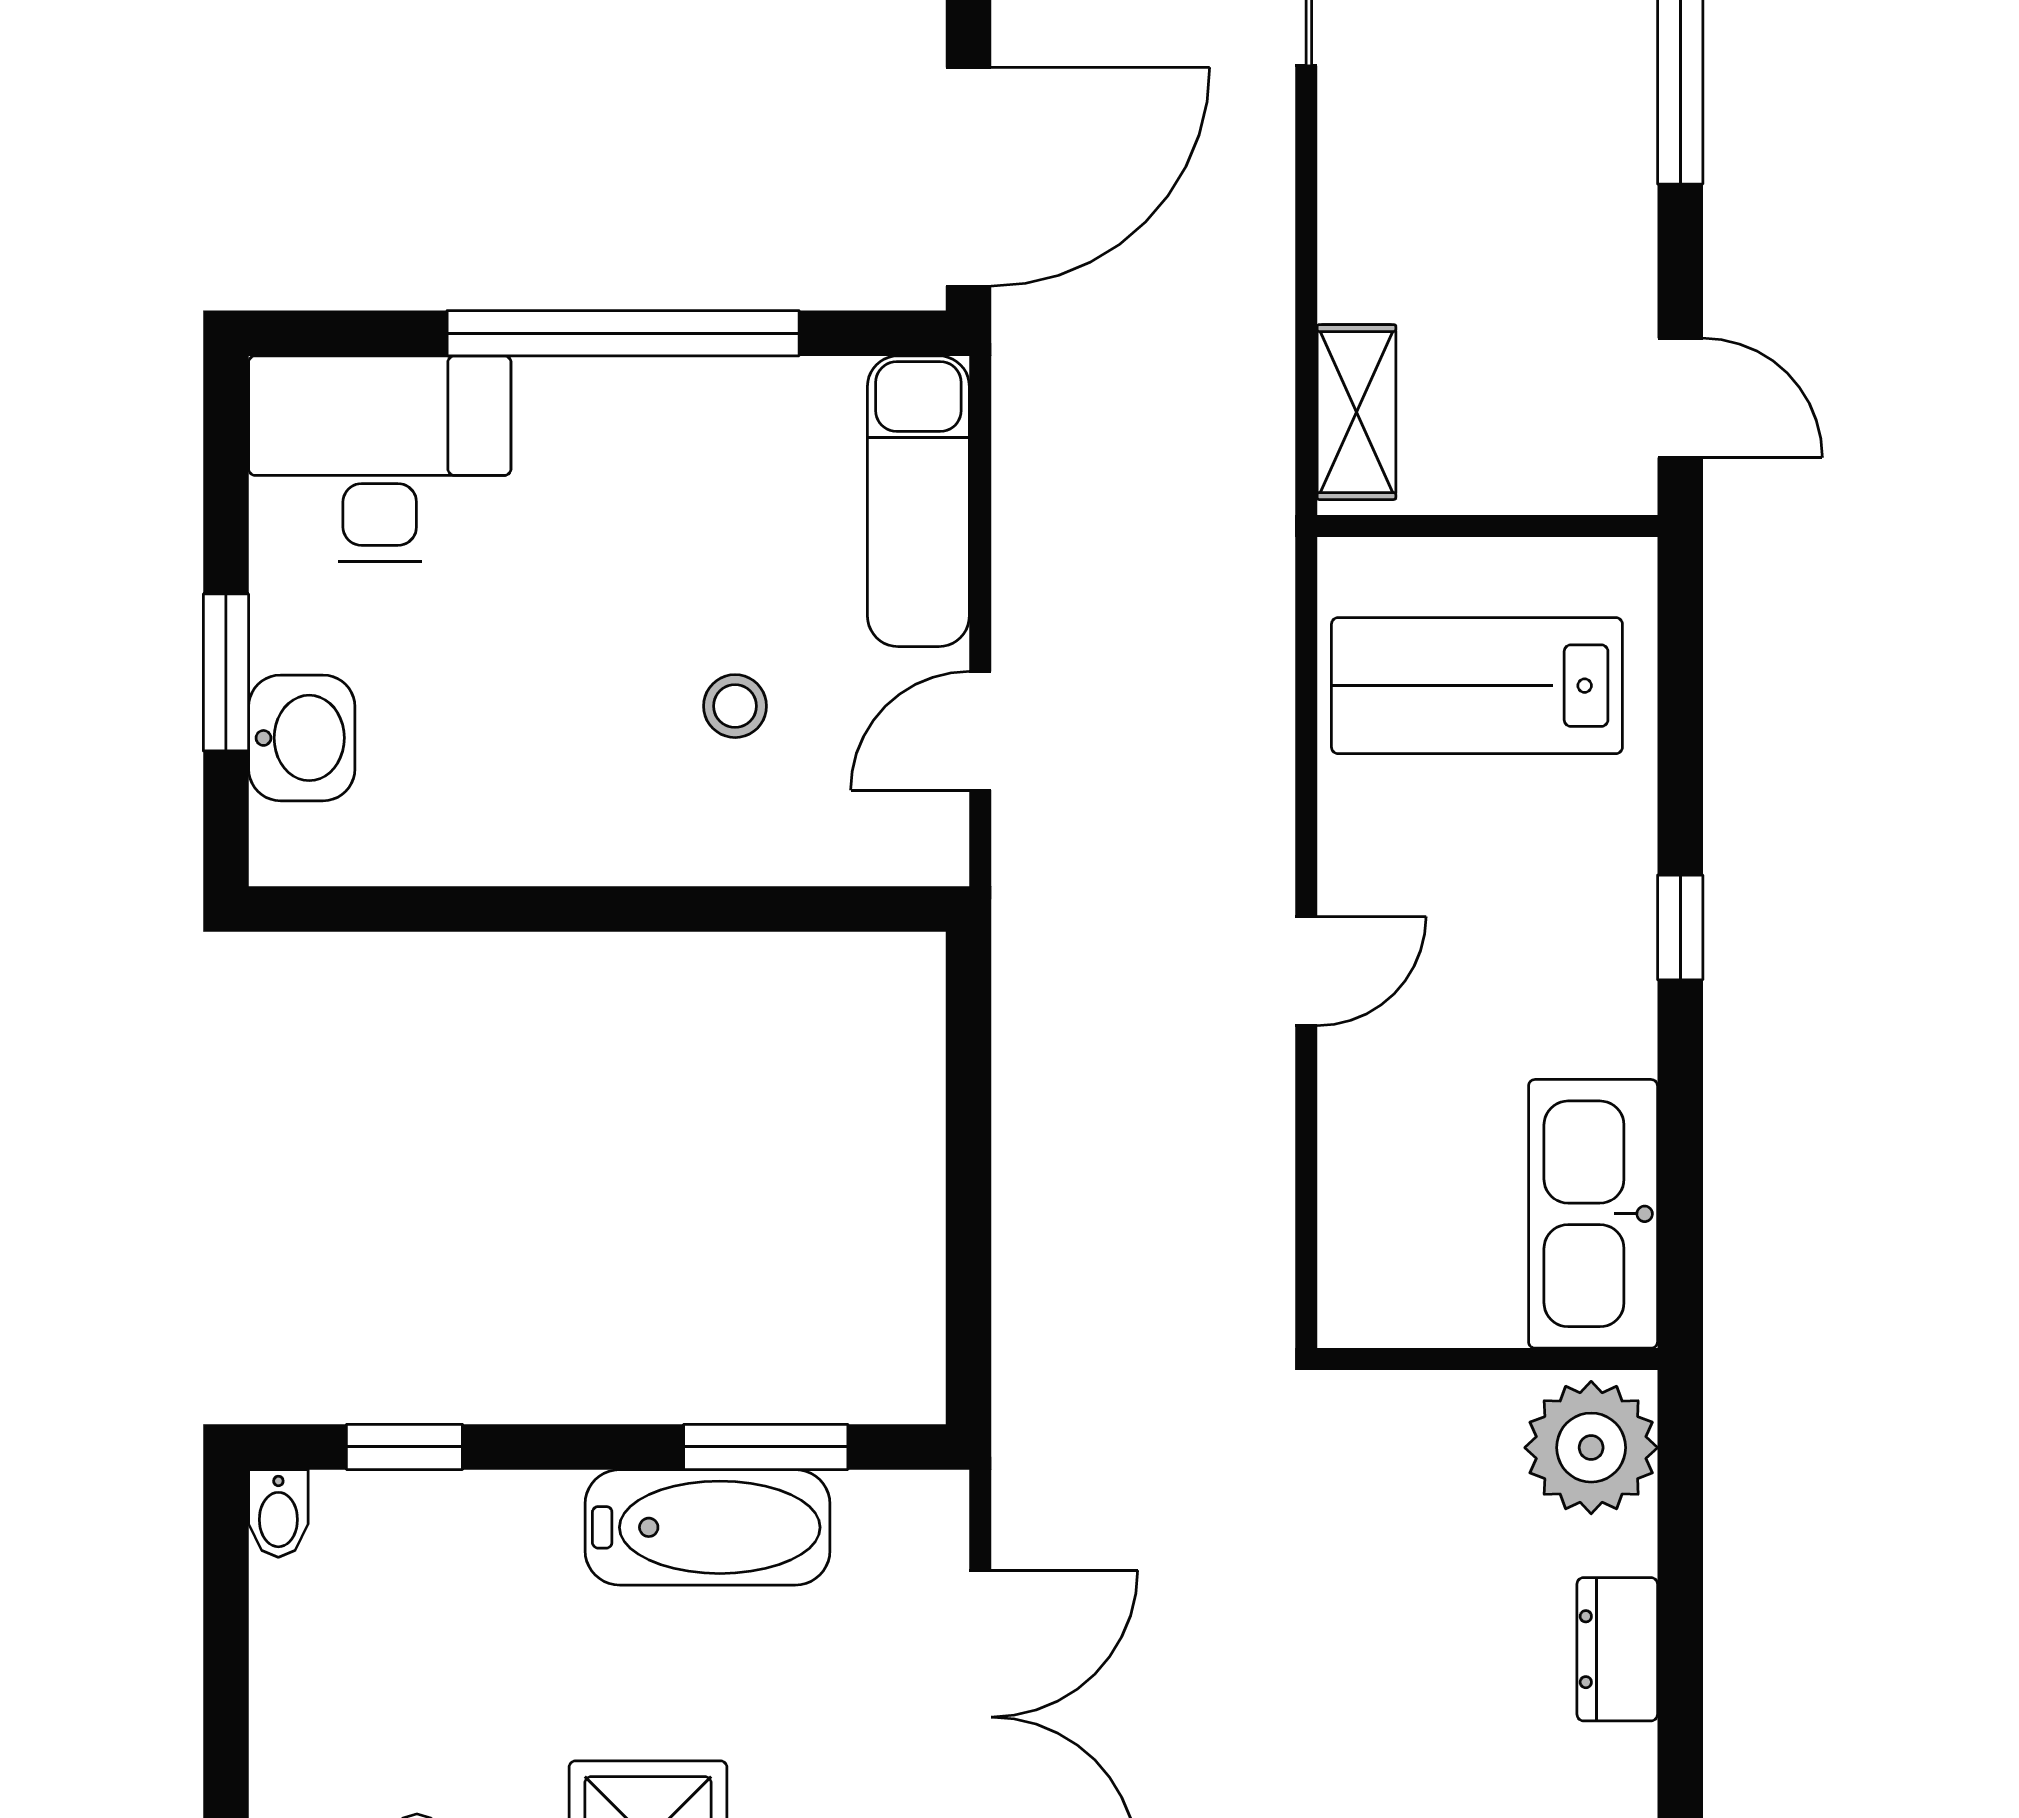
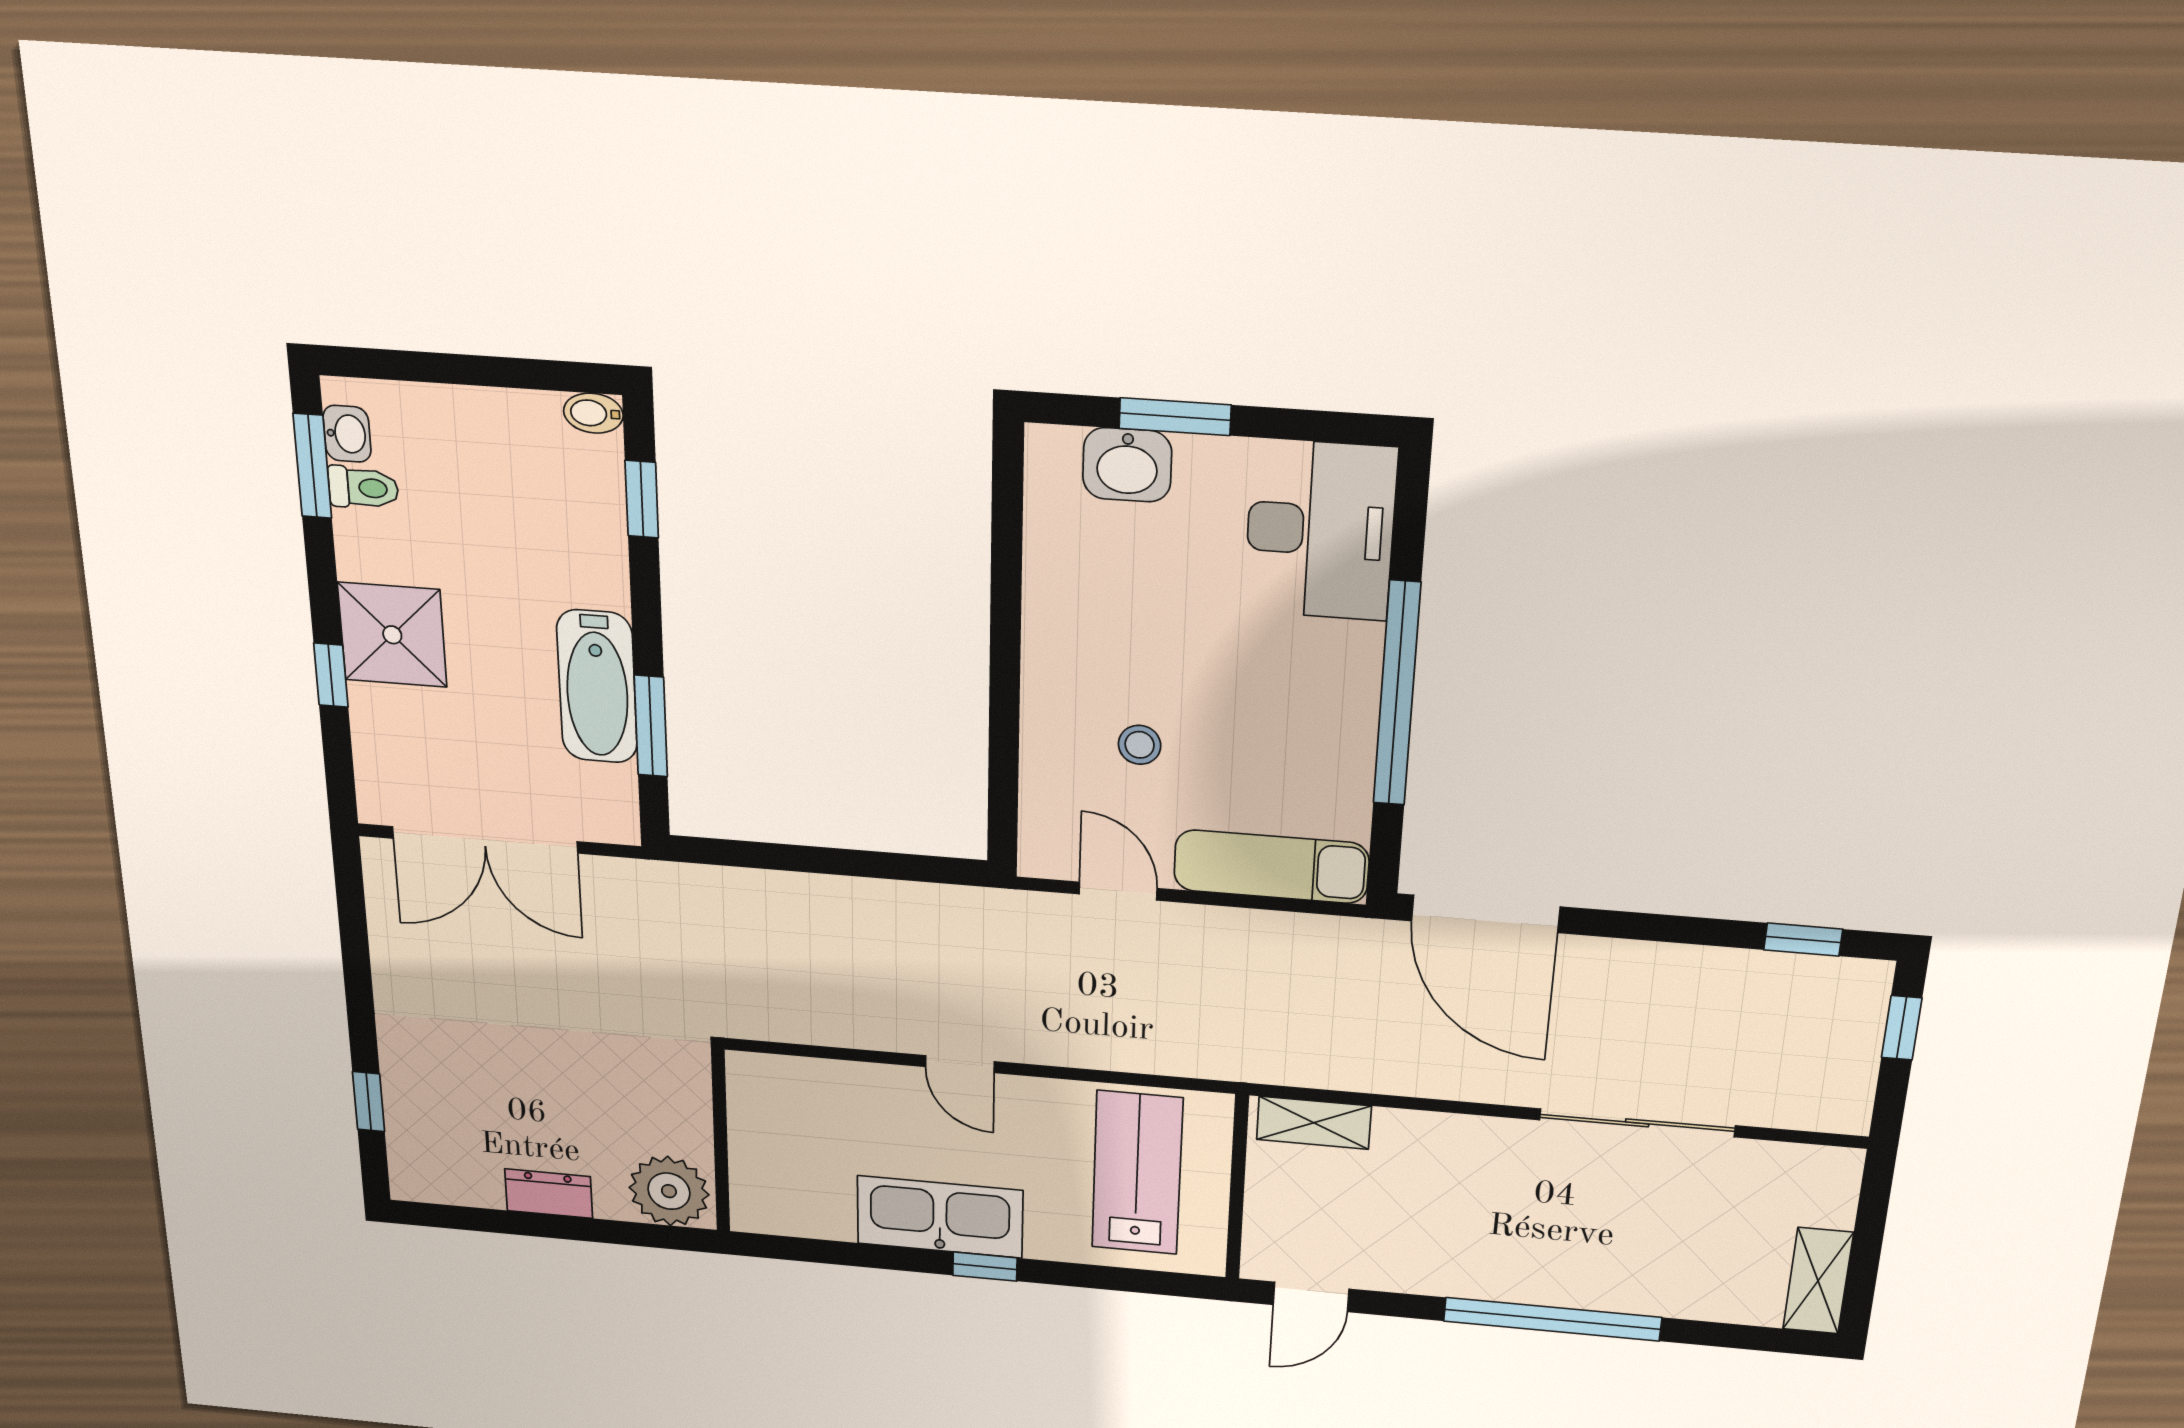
kitchen sink: (1593, 1214) -> (940, 1217), moved

